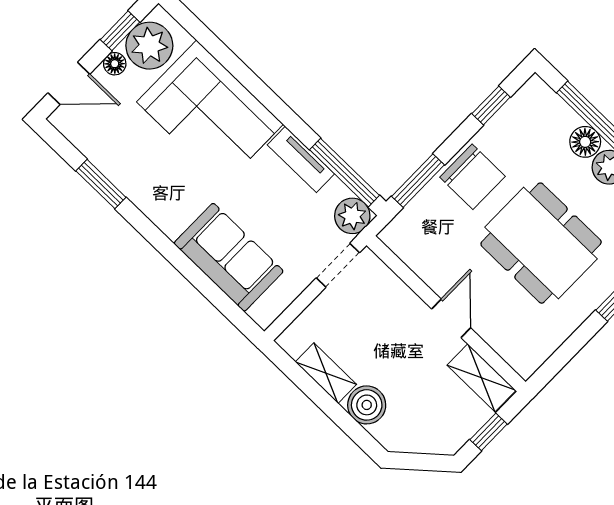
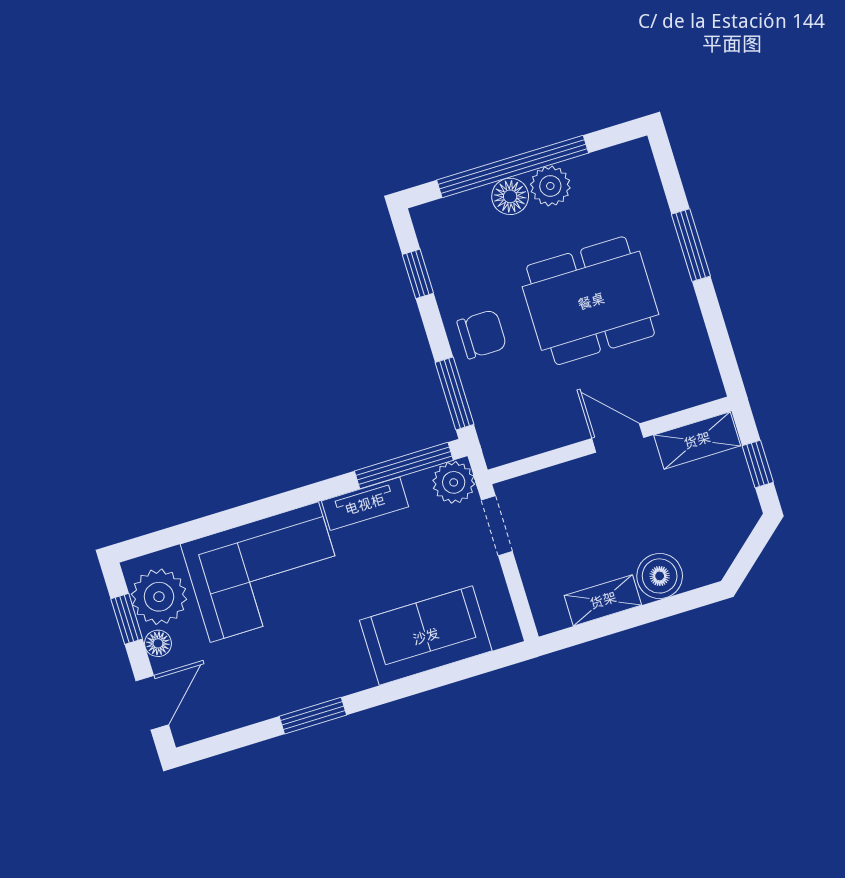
chair: (472, 177) -> (482, 334), width x0.73, depth x0.73
window: (101, 184) -> (313, 716), moved

